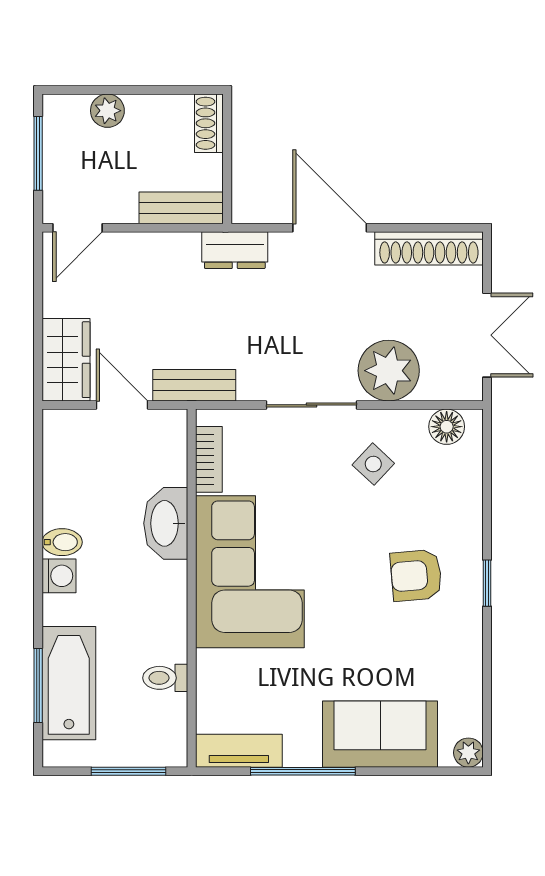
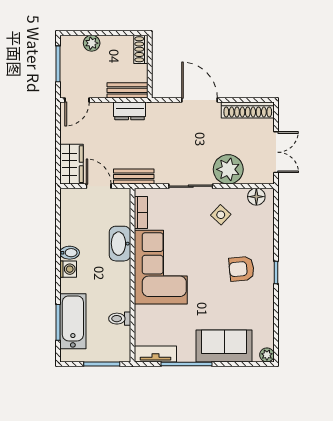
dresser: (235, 250) -> (130, 111), moved

